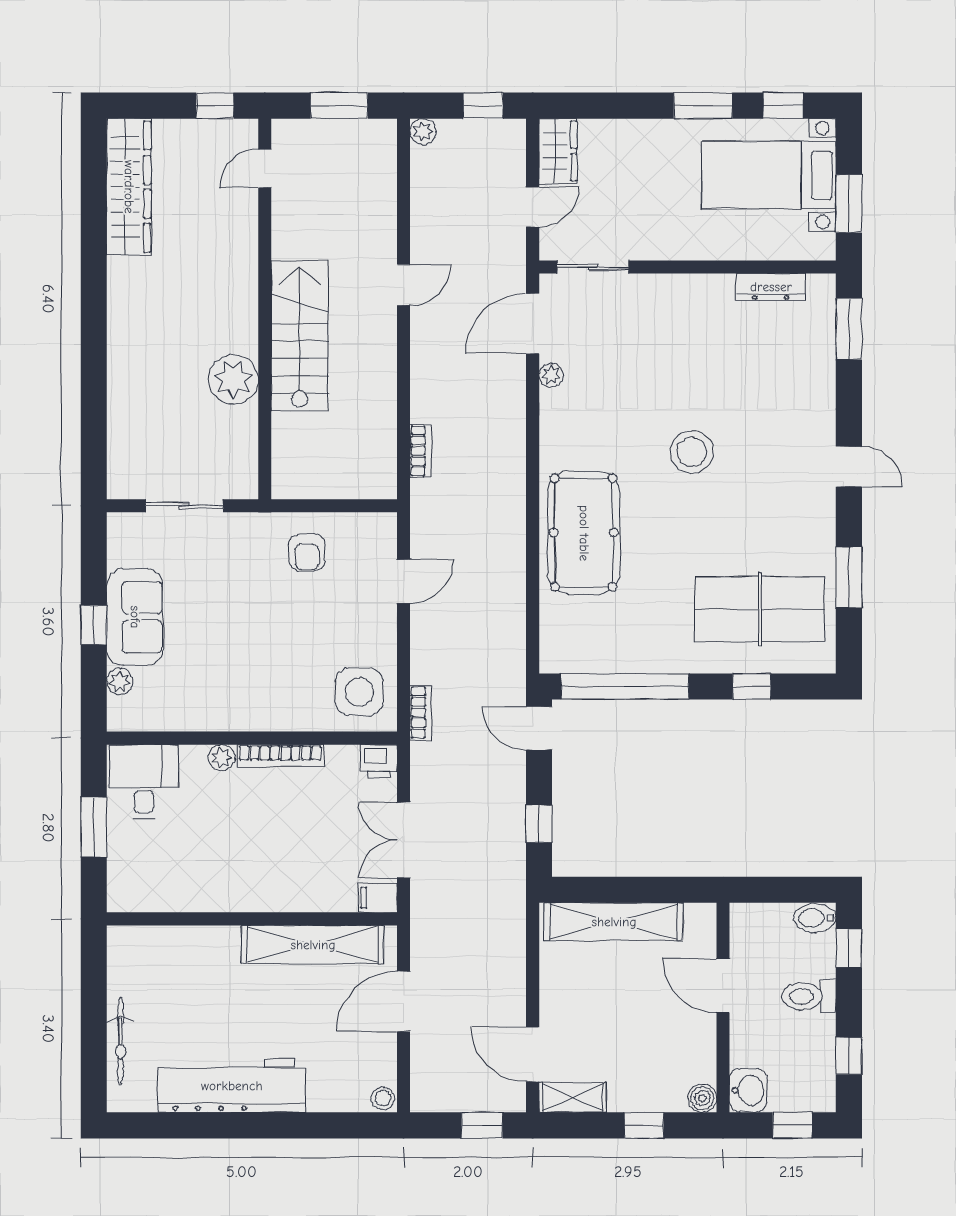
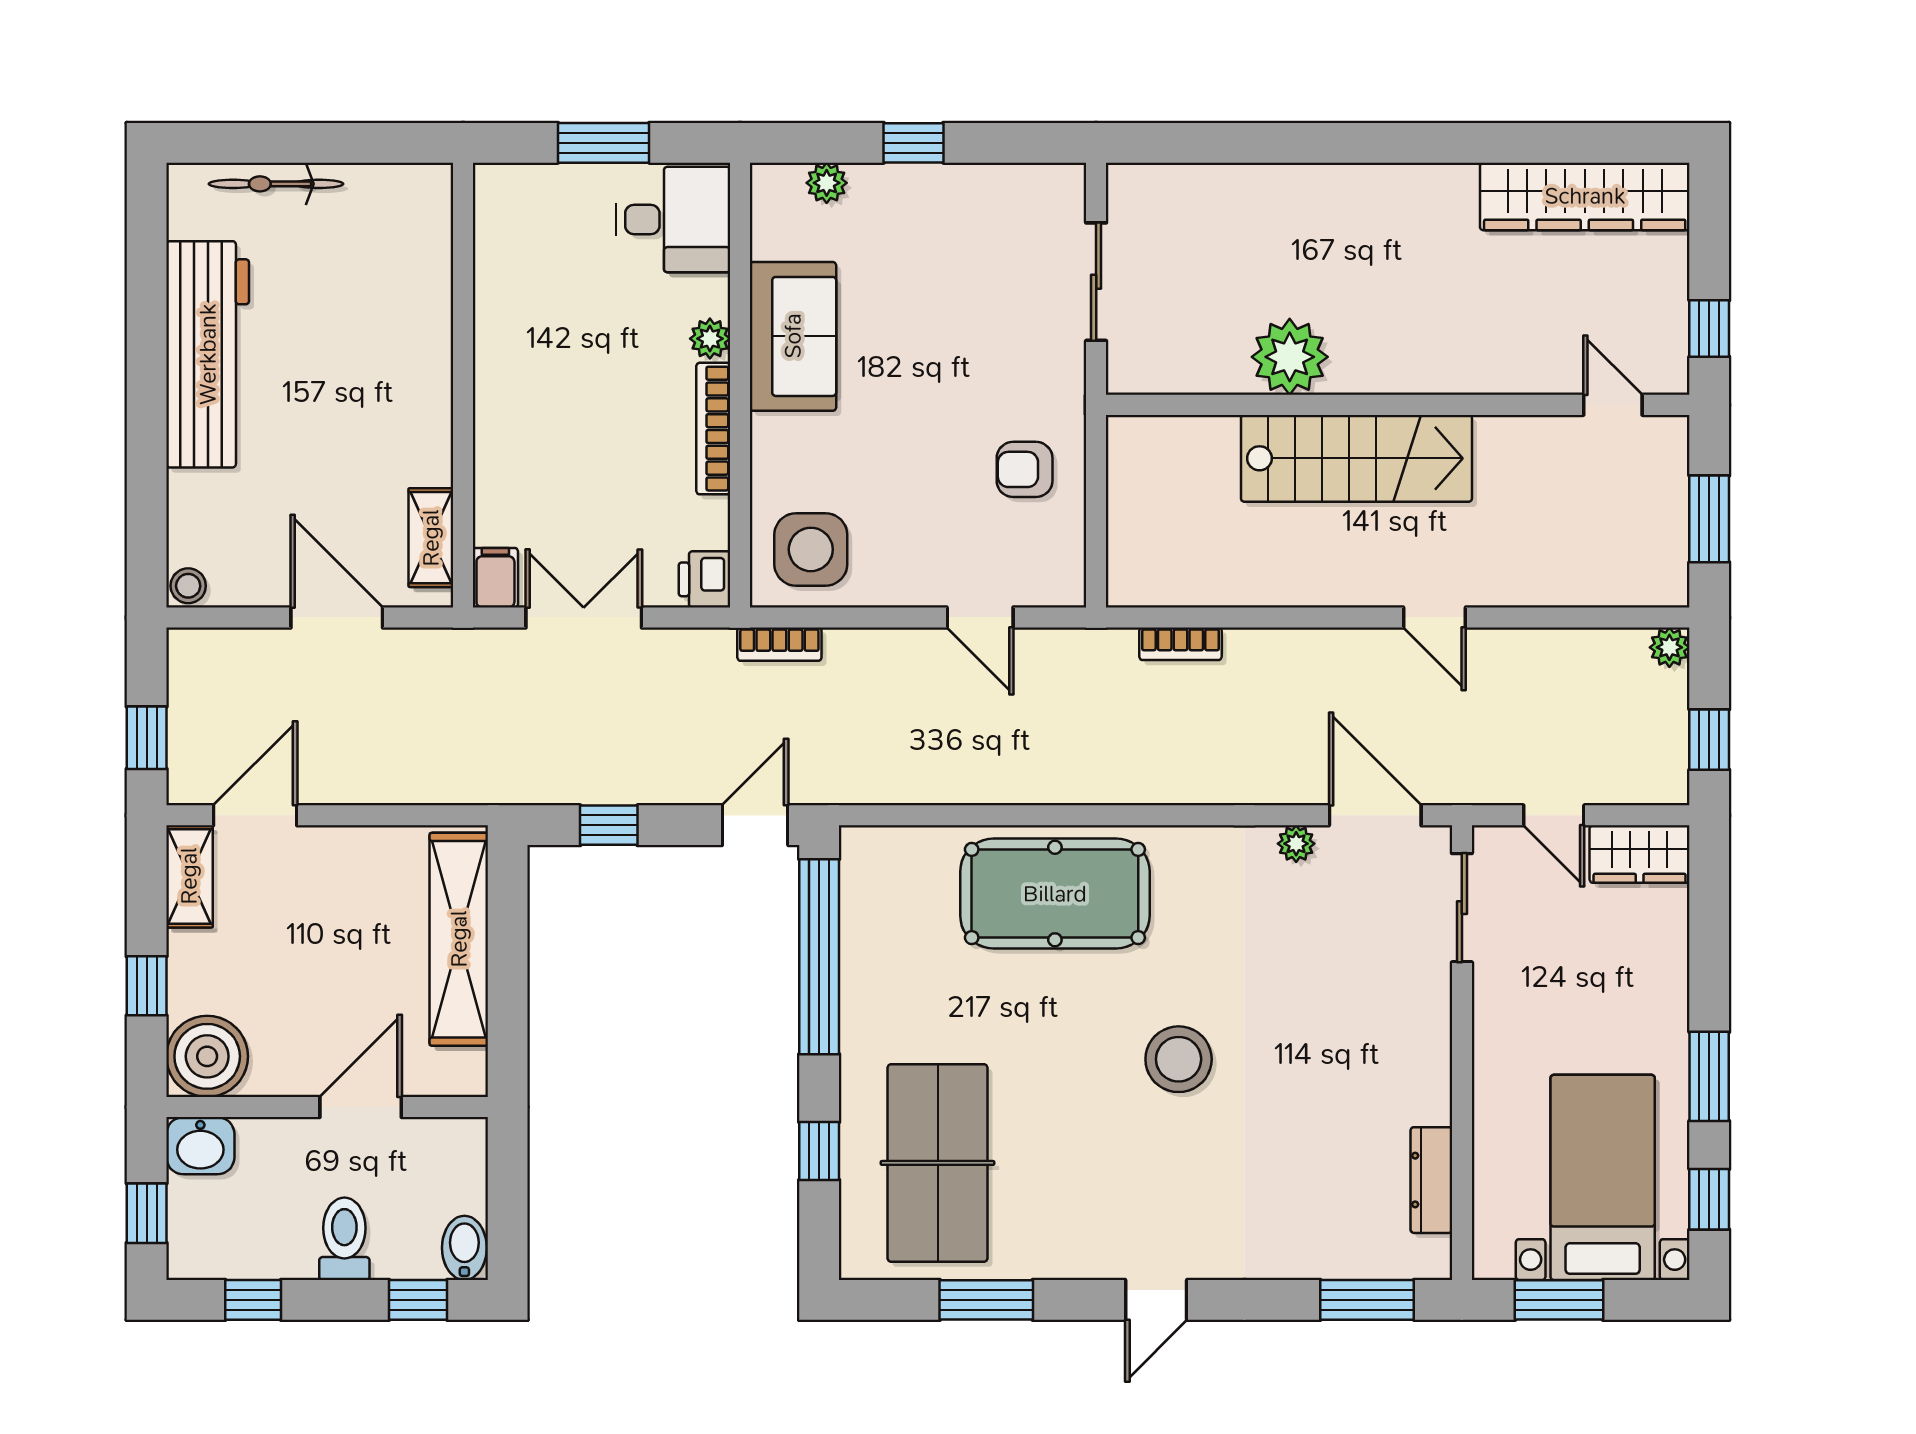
sofa: (135, 617) -> (793, 336), moved, turned -90
shelving: (313, 945) -> (431, 538), width x0.45, depth x0.75
boiler: (702, 1098) -> (207, 1056), width x1.86, depth x1.86

